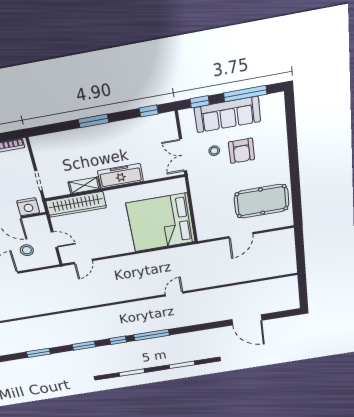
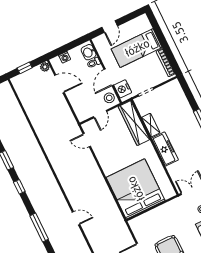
stool: (27, 250) -> (109, 98), moved
window: (151, 335) -> (39, 227), moved

